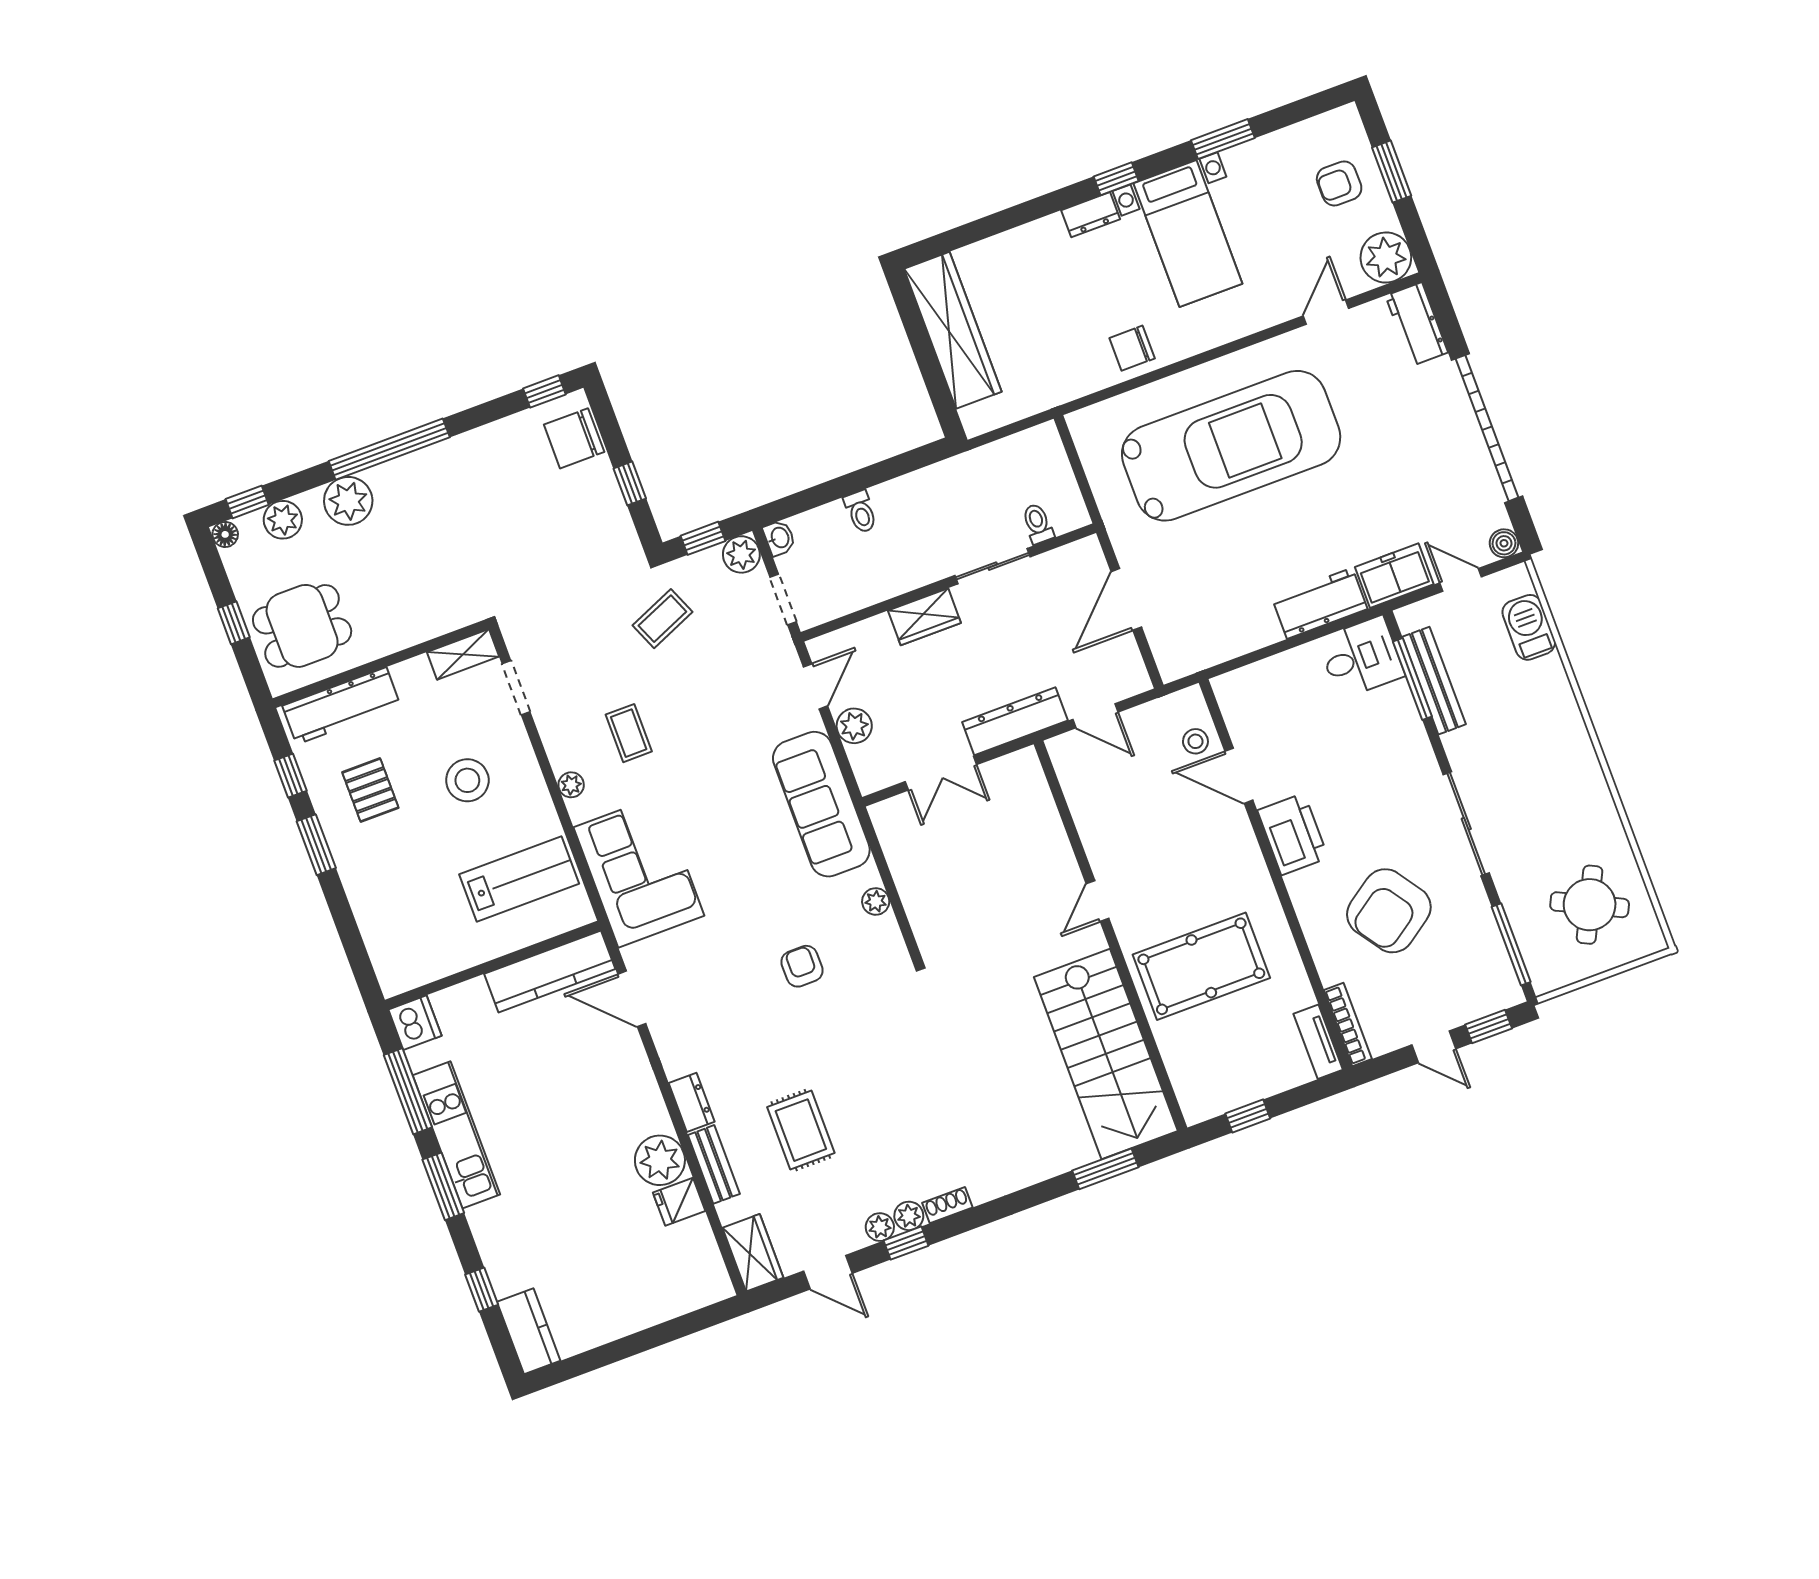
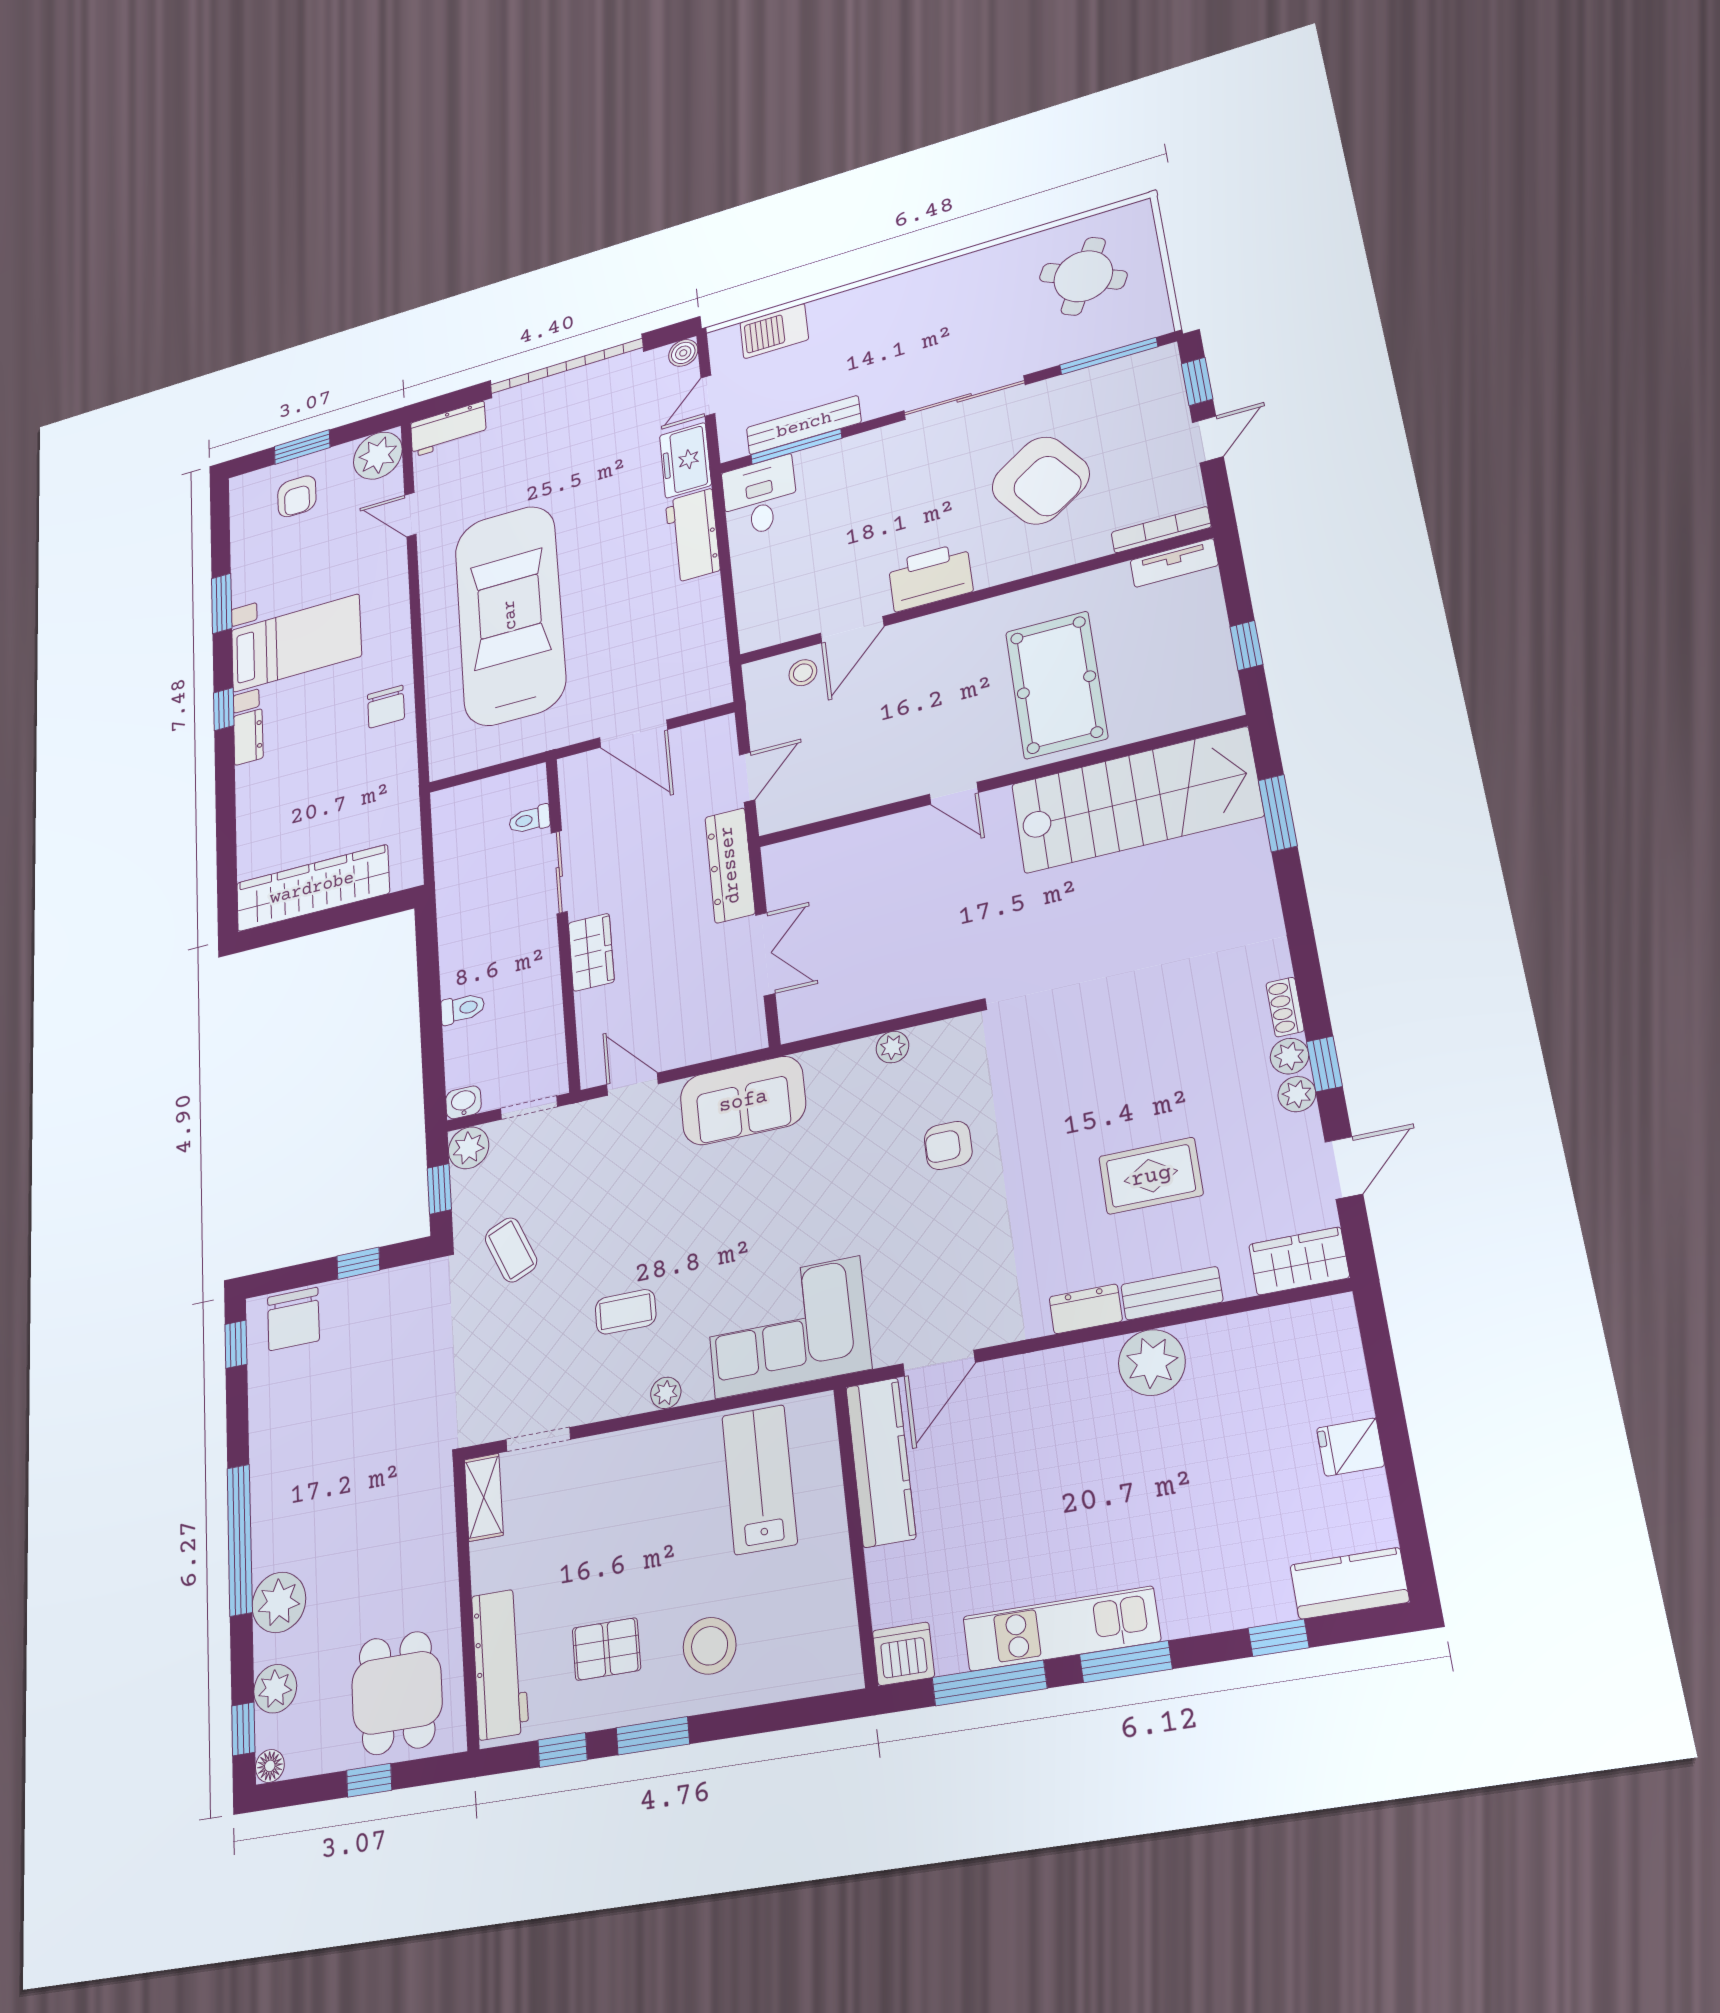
plant: (854, 726) -> (687, 1046), removed
stool: (467, 780) -> (710, 1646), moved
sofa: (821, 804) -> (743, 1101), width x0.73
fridge: (679, 1202) -> (1350, 1447), moved, turned 90

